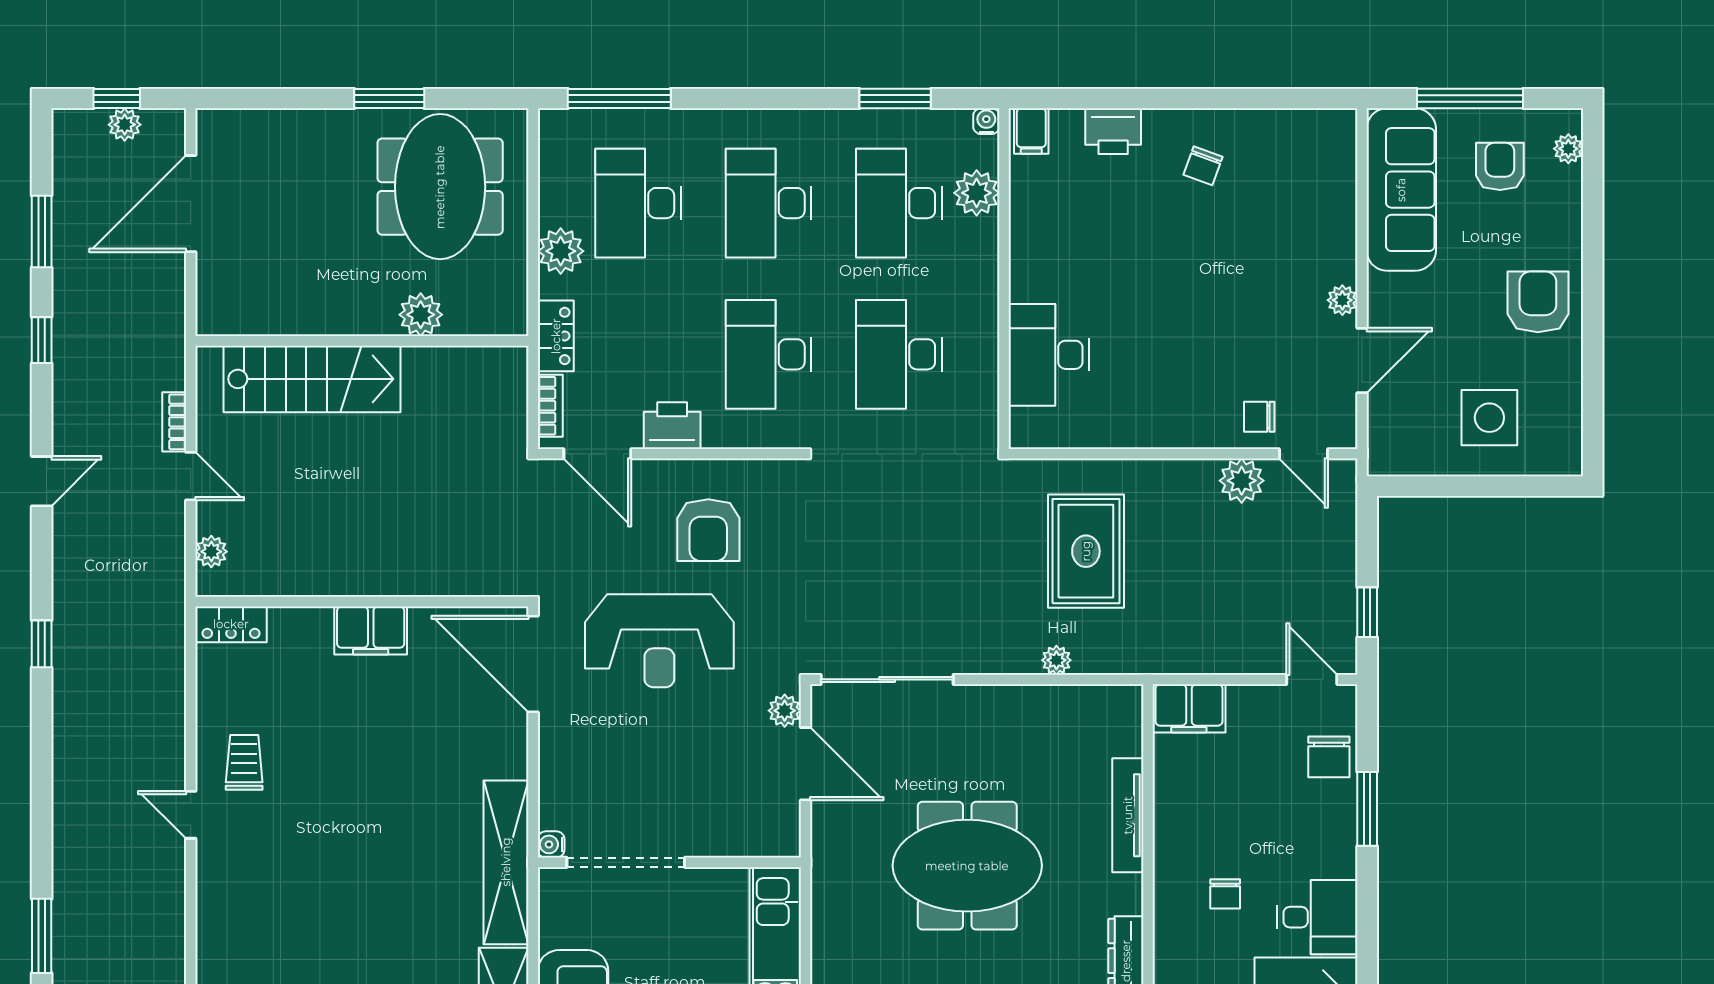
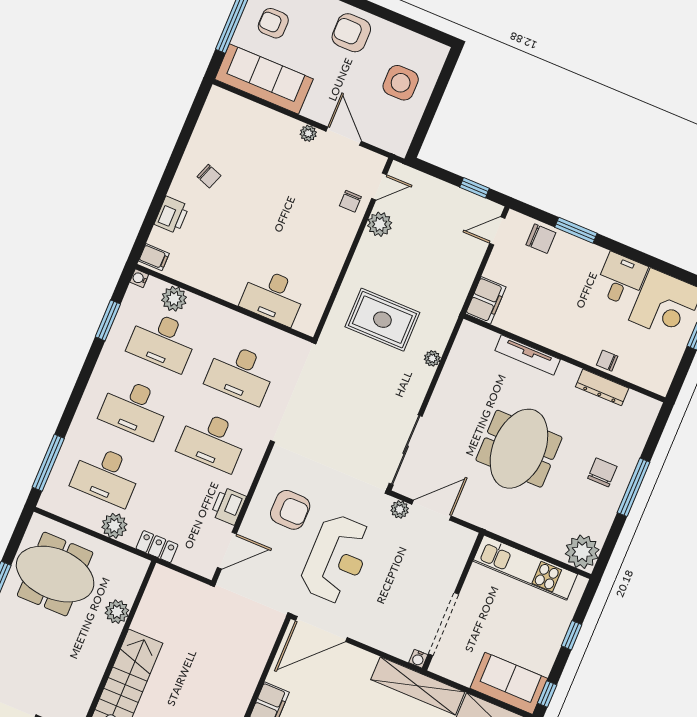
bookcase: (550, 406) -> (192, 564), removed
chair: (1225, 894) -> (607, 361), moved, turned 180

